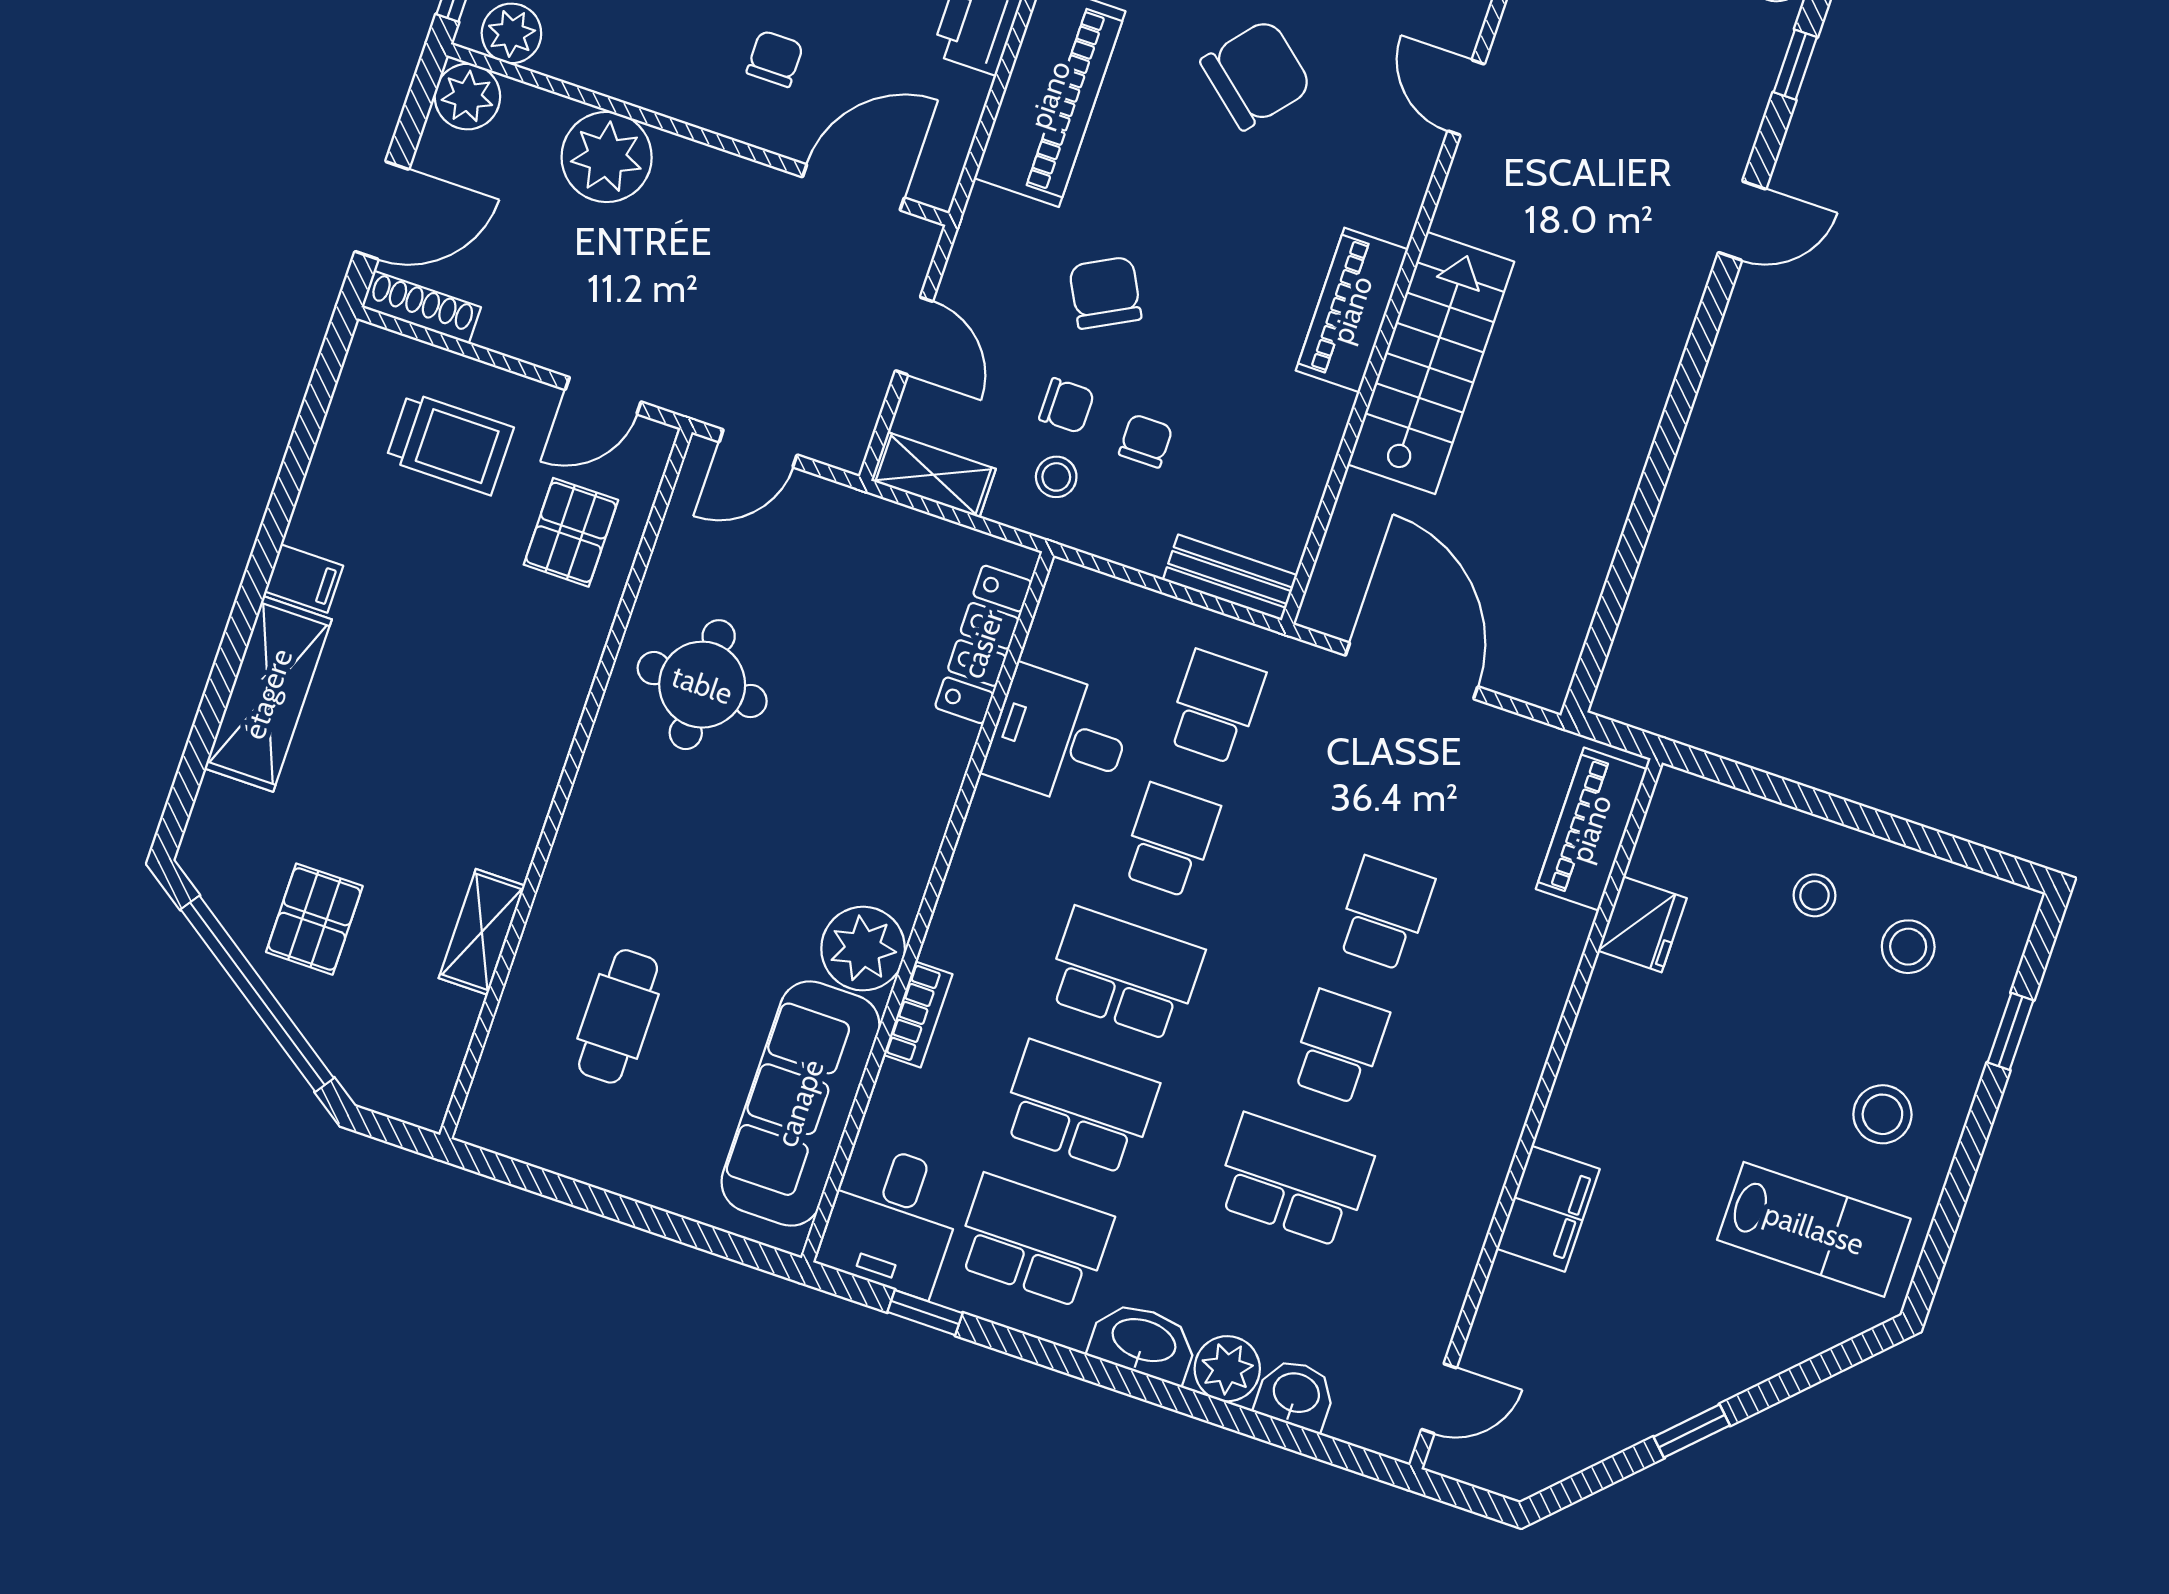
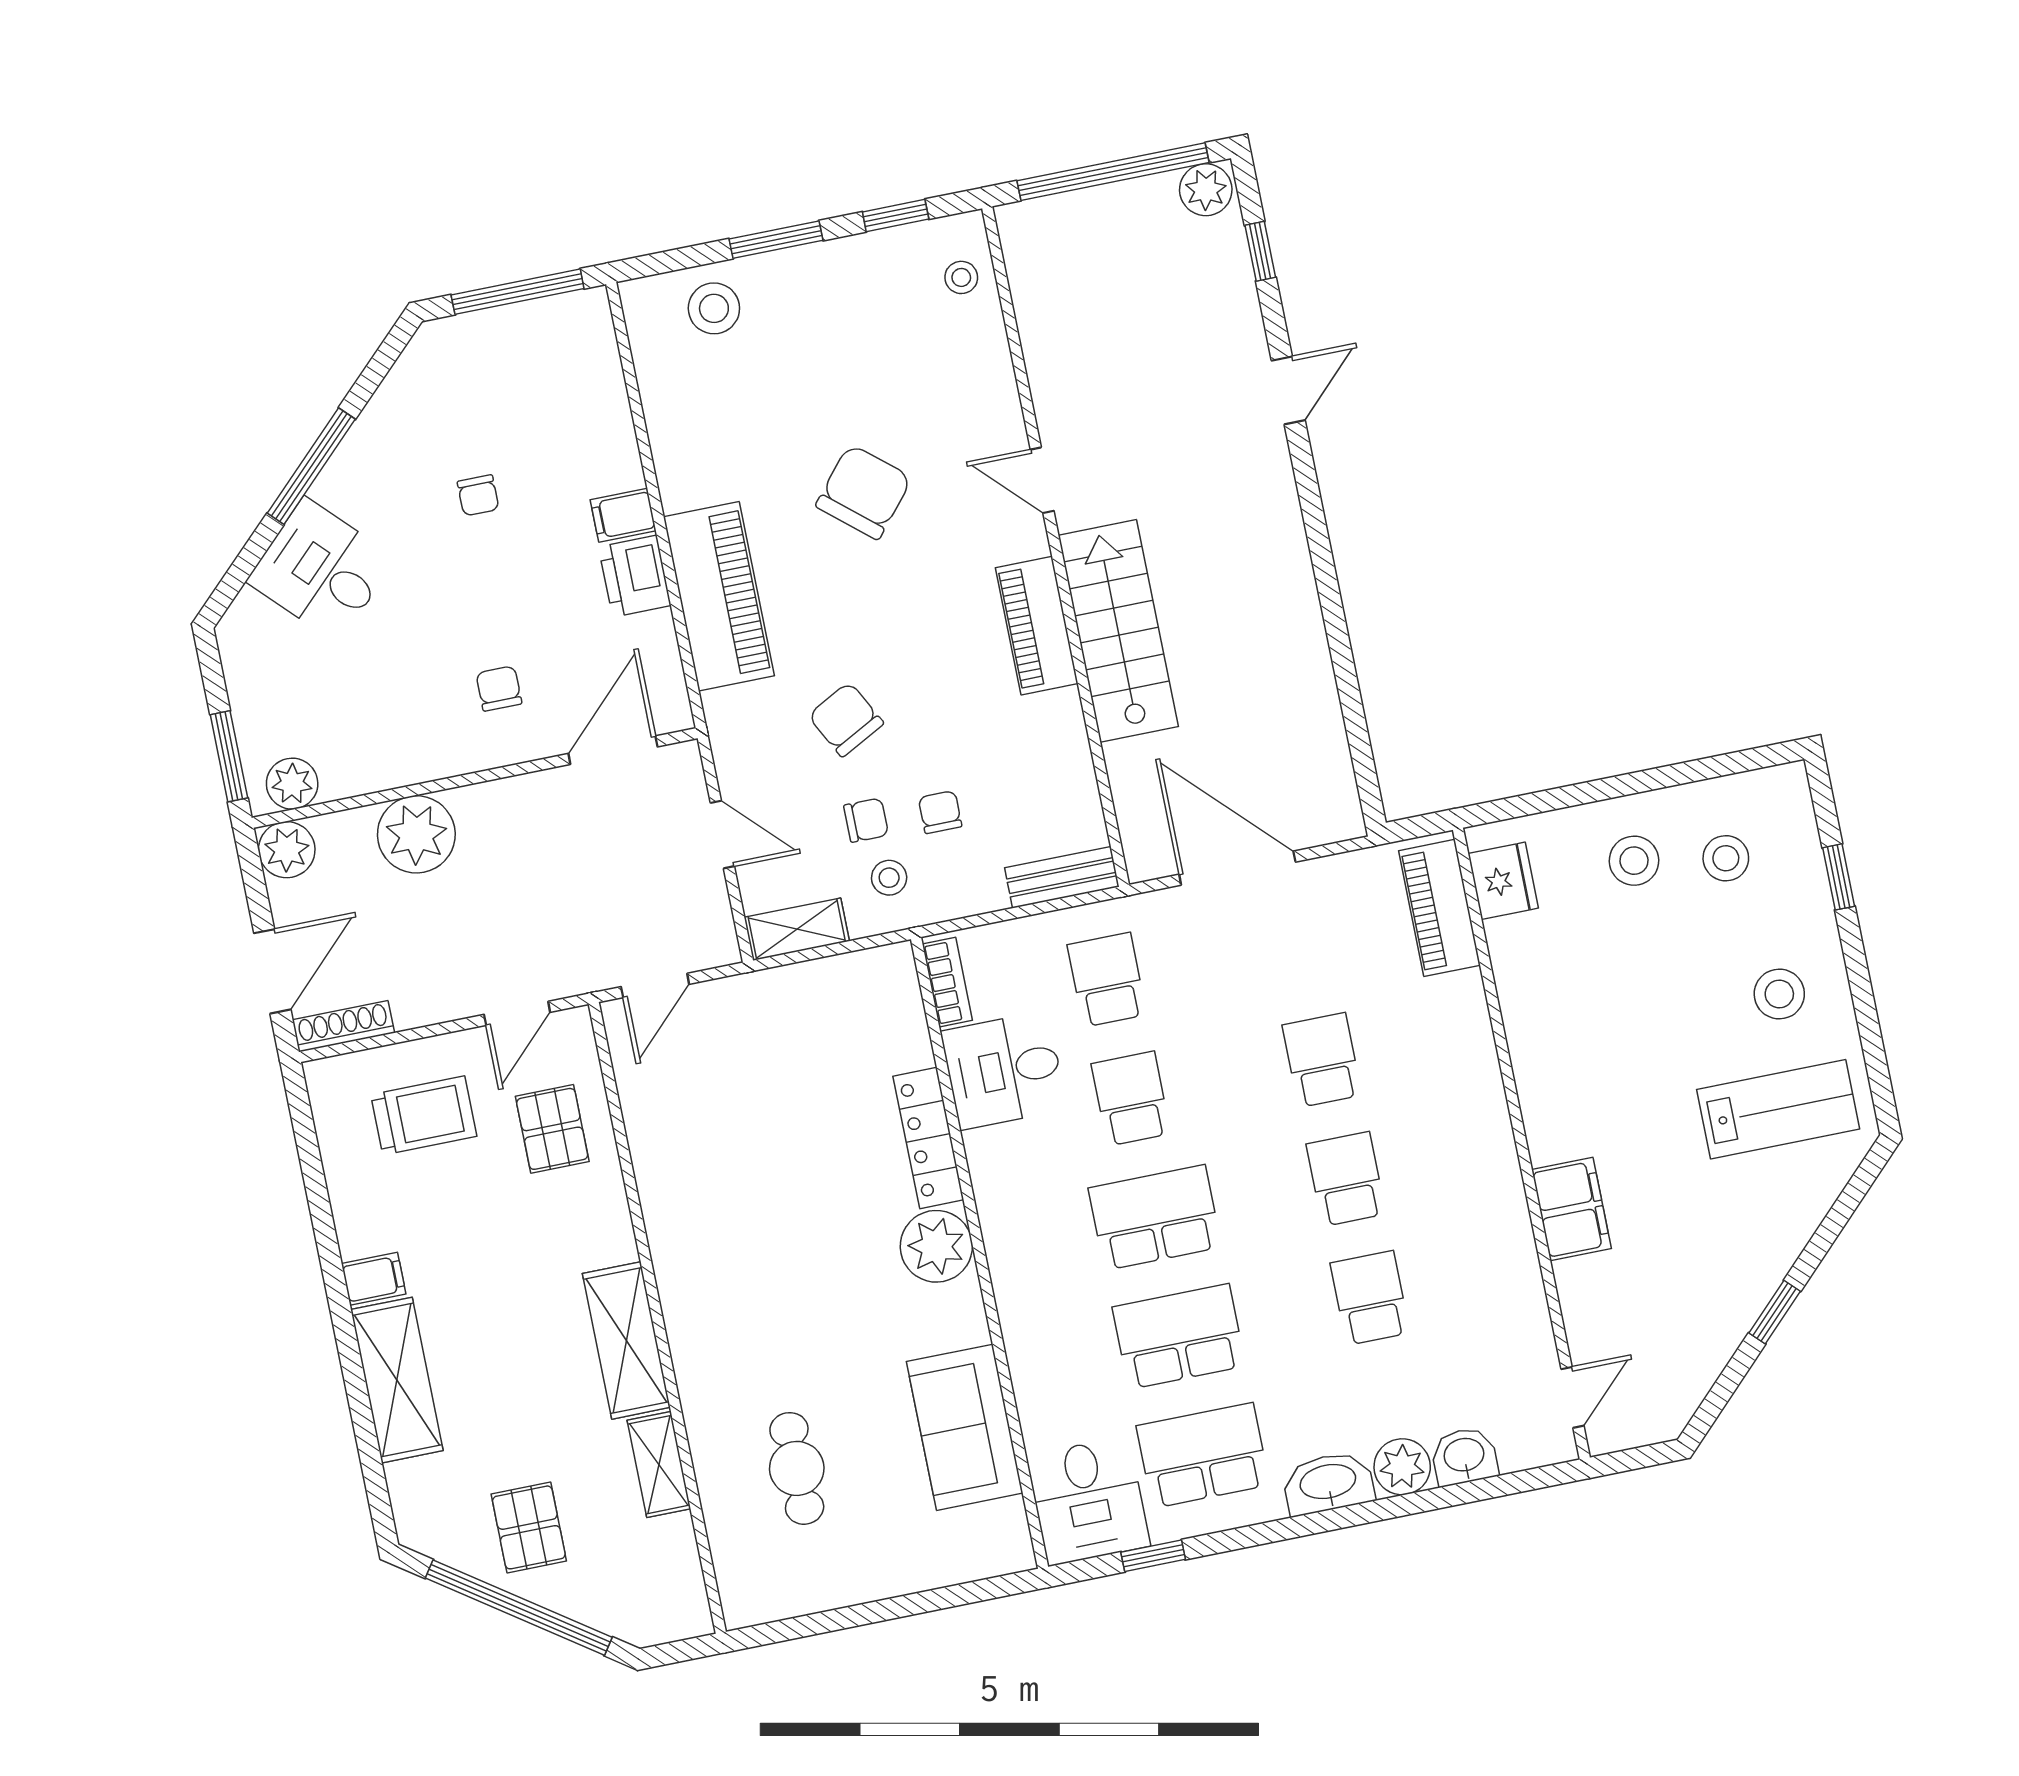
door: (1466, 98) -> (1042, 480), moved
locker: (983, 644) -> (928, 1138), moved
round table: (702, 685) -> (716, 1185), removed
shelving: (522, 788) -> (626, 1340), added
stool: (1814, 895) -> (1634, 861), width x1.37, depth x1.37
fridge: (1642, 924) -> (1503, 881), moved
plant: (863, 949) -> (936, 1246), moved
bookcase: (918, 1014) -> (947, 982), moved
sofa: (800, 1103) -> (965, 1427), width x0.73
school desk: (1294, 1180) -> (1370, 1298), width x0.54

